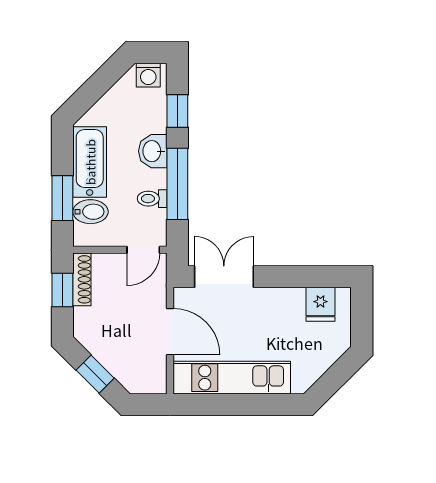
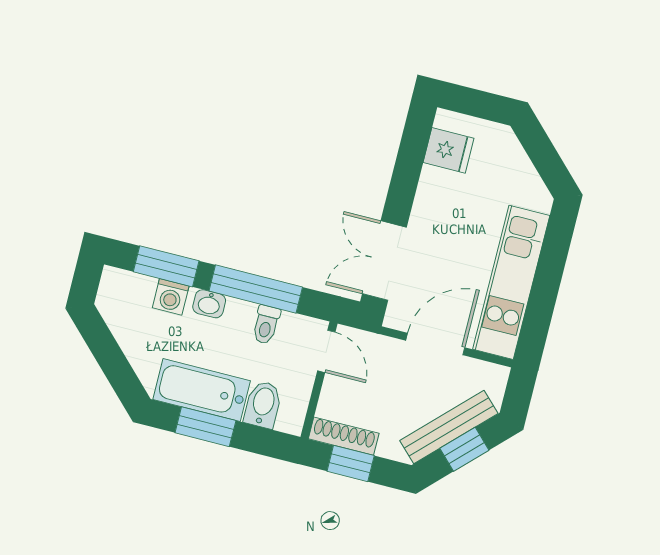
washing machine: (148, 75) -> (171, 297), moved, turned 90
window: (177, 111) -> (166, 266), width x1.50
washbasin: (153, 151) -> (209, 304), width x0.72, depth x0.69
window: (62, 198) -> (205, 427), moved
bench: (109, 358) -> (449, 427), added

